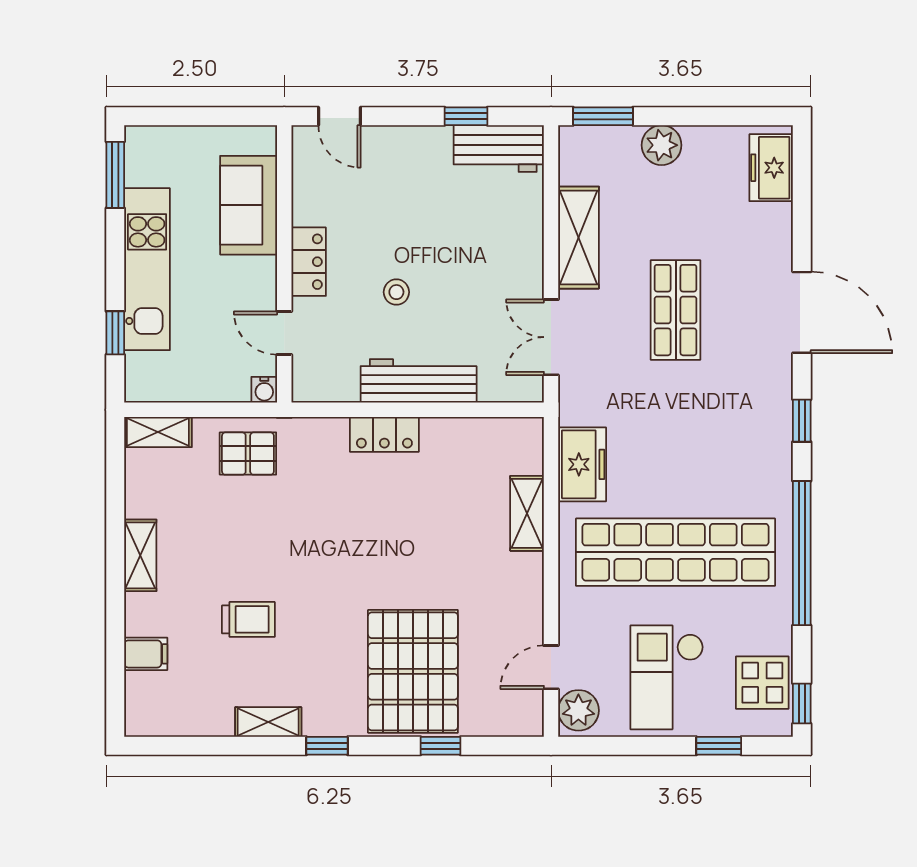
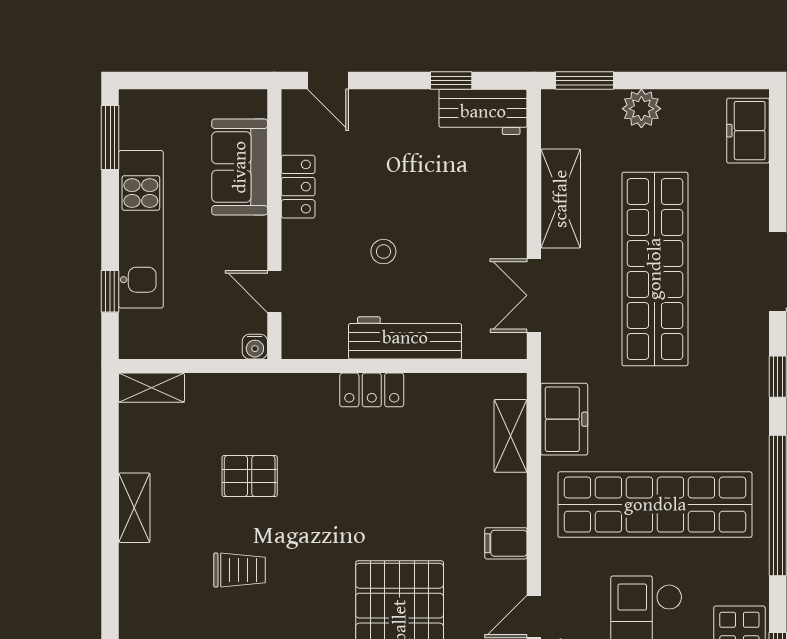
locker: (309, 262) -> (298, 187), moved
shop shelf: (676, 310) -> (655, 269), width x2.00, depth x1.36
pallet: (248, 454) -> (250, 476), moved
shelving: (527, 513) -> (511, 436), moved
filing cabinet: (146, 654) -> (506, 543), moved, turned 180

